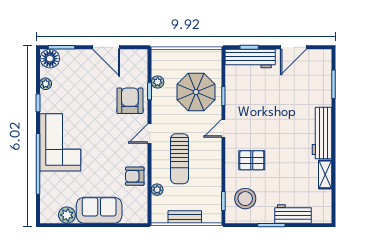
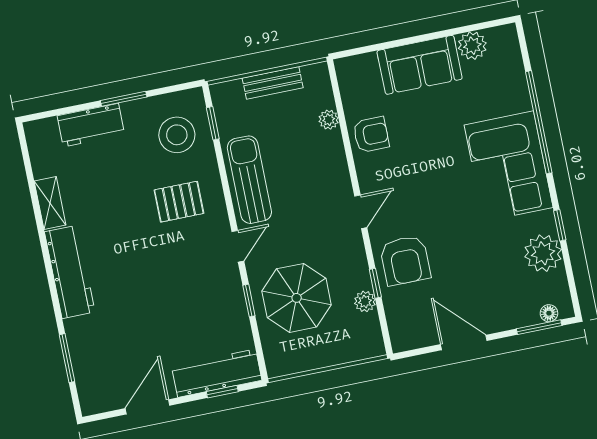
floor lamp: (50, 59) -> (549, 313), width x0.53, depth x0.53
plant: (46, 84) -> (543, 253), width x1.88, depth x1.88
sun lounger: (180, 159) -> (249, 180), moved

